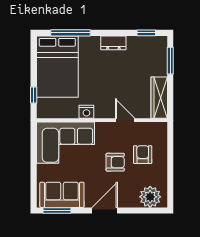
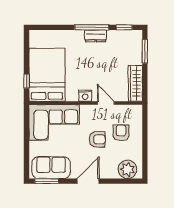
window: (70, 33) -> (92, 27), moved
bed: (57, 67) -> (47, 75), moved, turned 180
nightstand: (86, 112) -> (85, 96), moved

